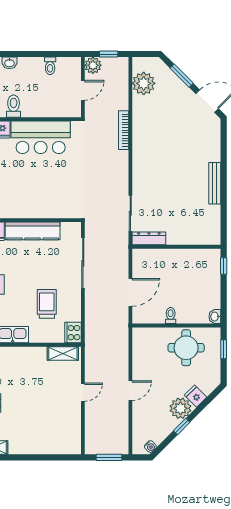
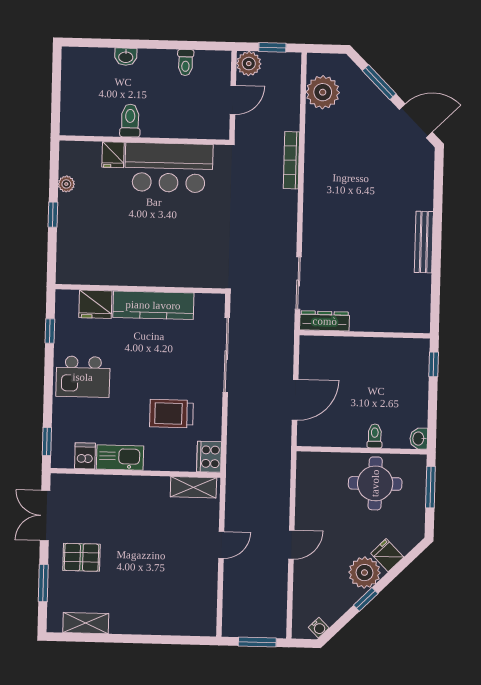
trolley: (47, 304) -> (171, 414), turned -90
toilet: (171, 316) -> (375, 436), moved
window: (224, 349) -> (430, 487), width x1.50

